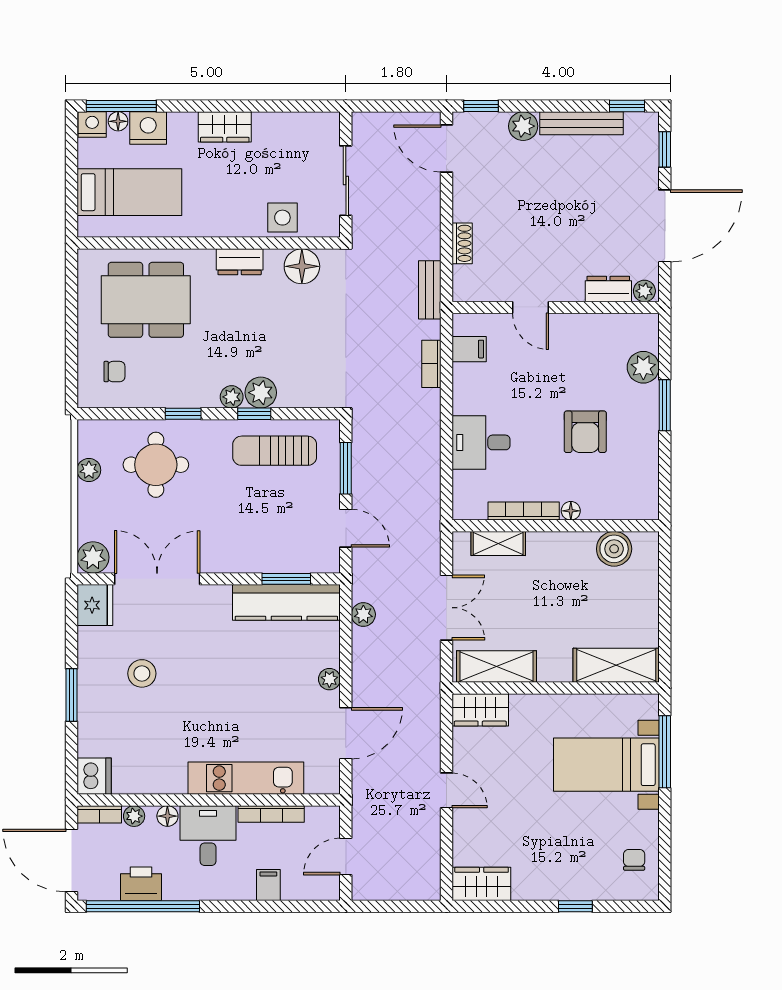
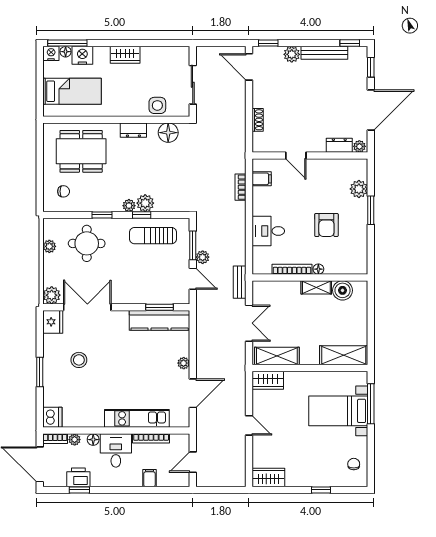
bench: (430, 290) -> (240, 282), moved
shelving: (498, 544) -> (316, 287), moved
plant: (363, 614) -> (203, 257), moved
window: (143, 906) -> (79, 490), width x0.32

